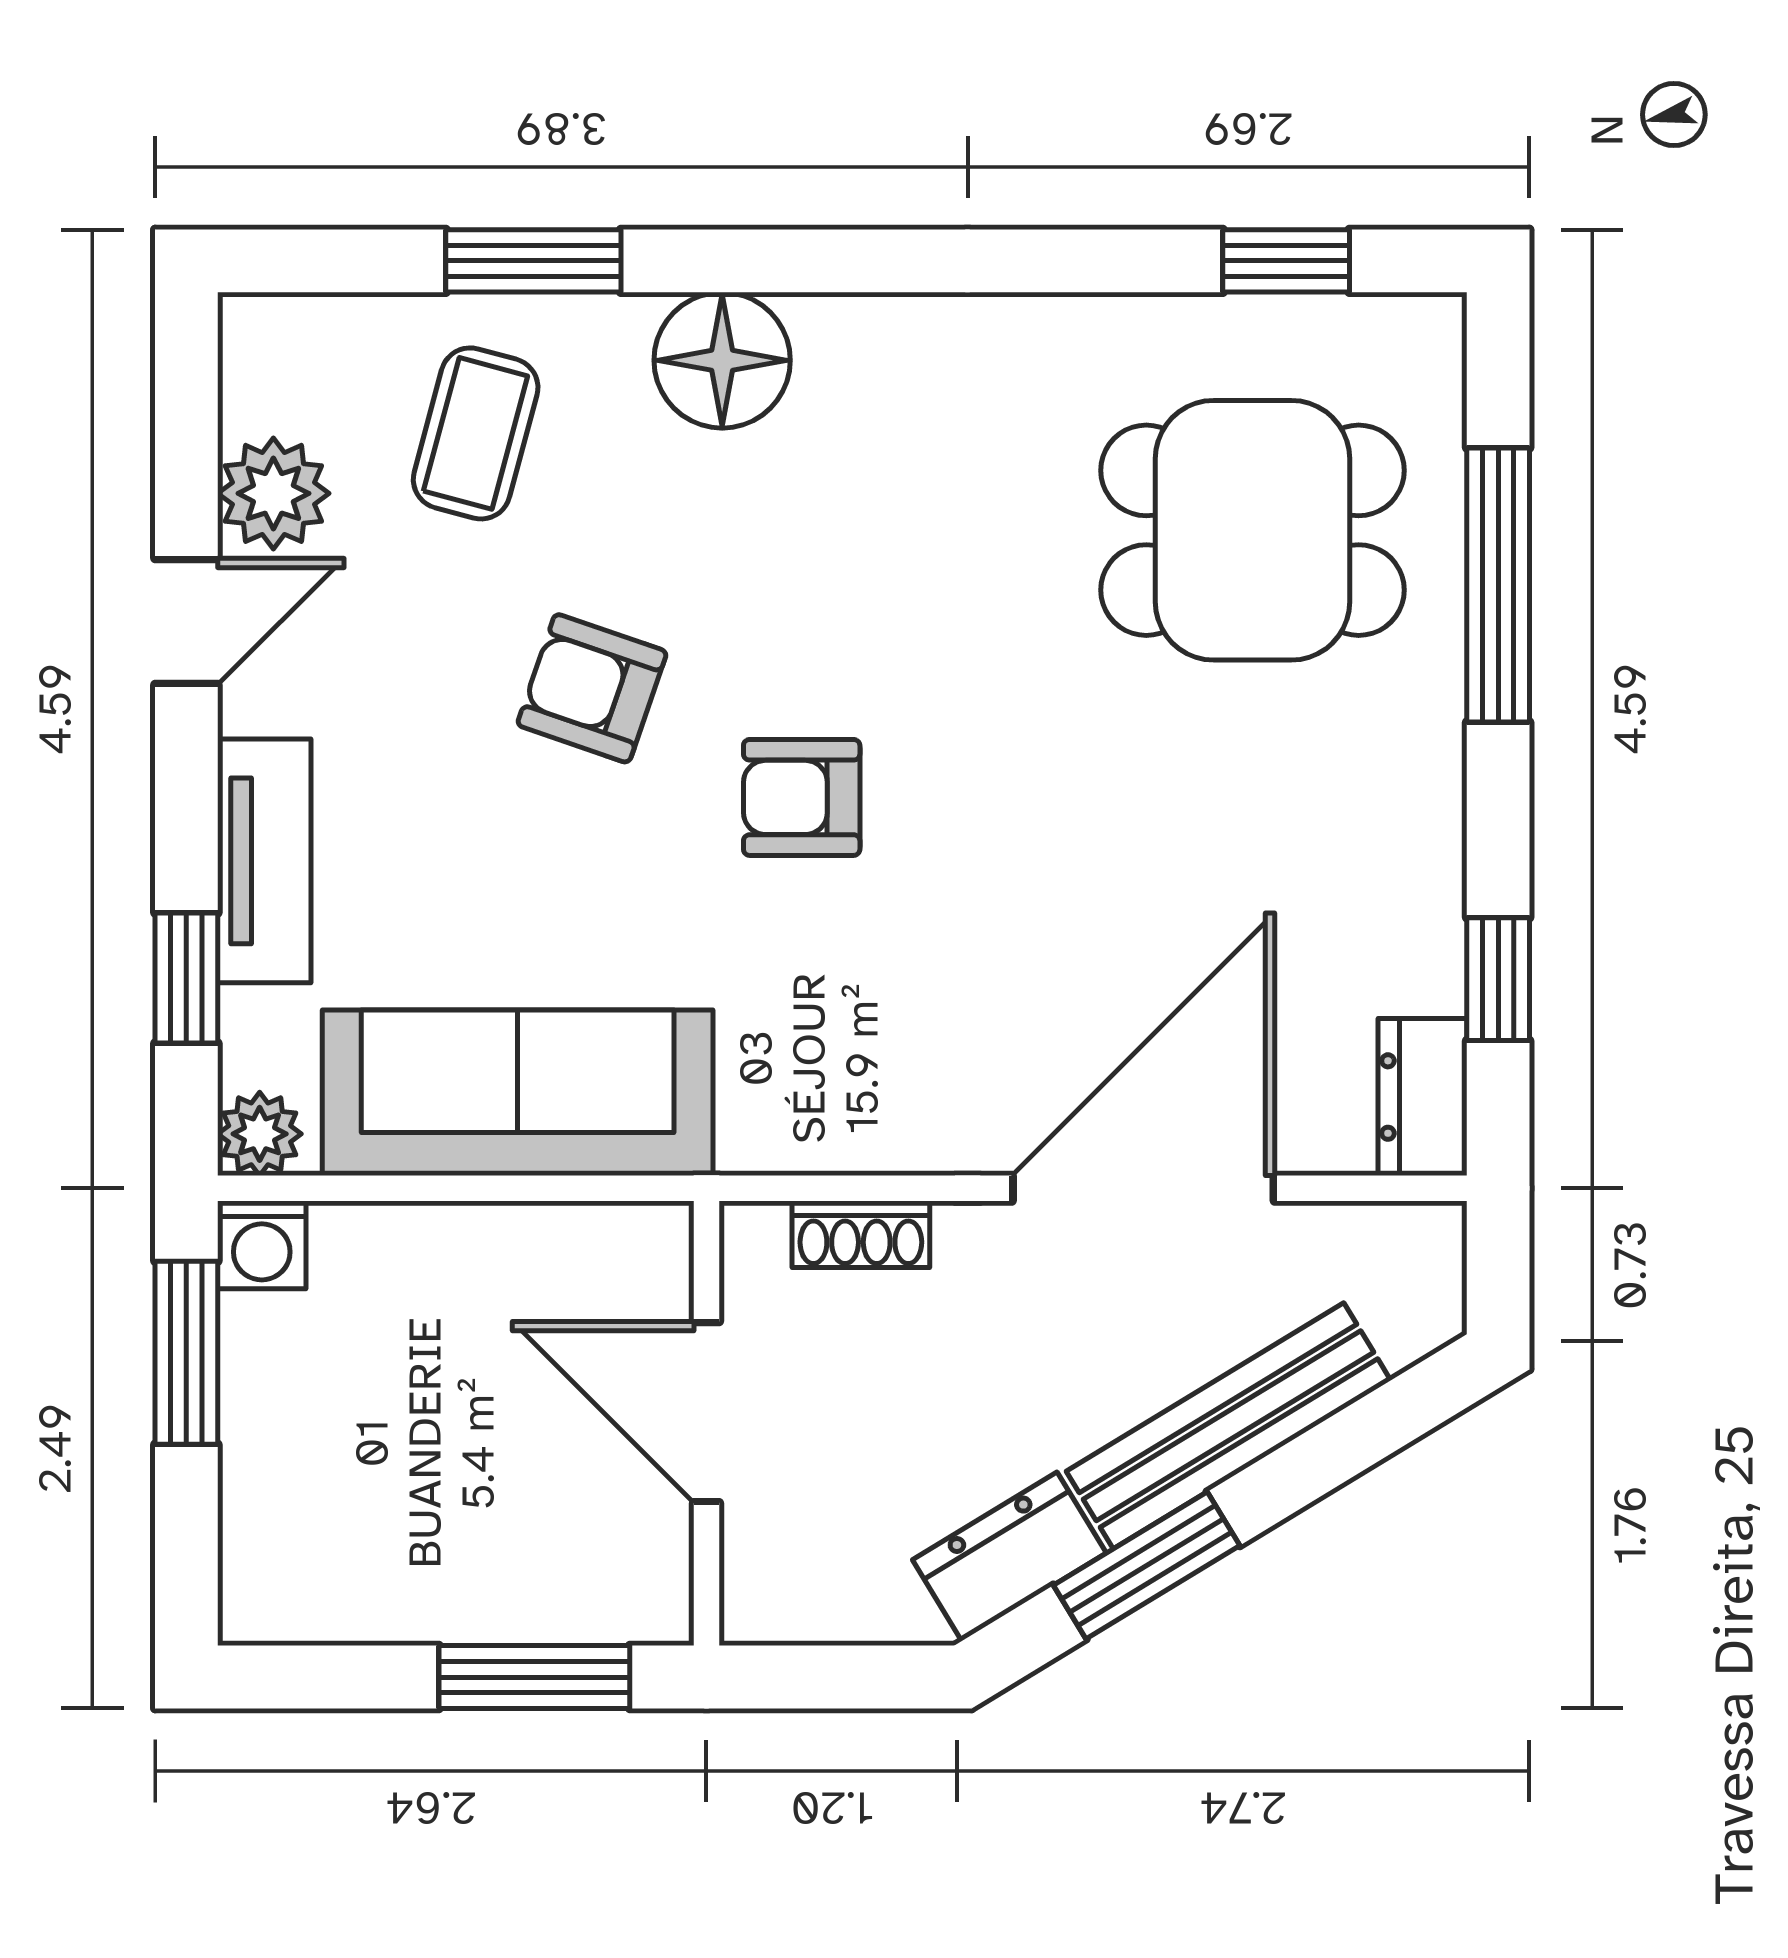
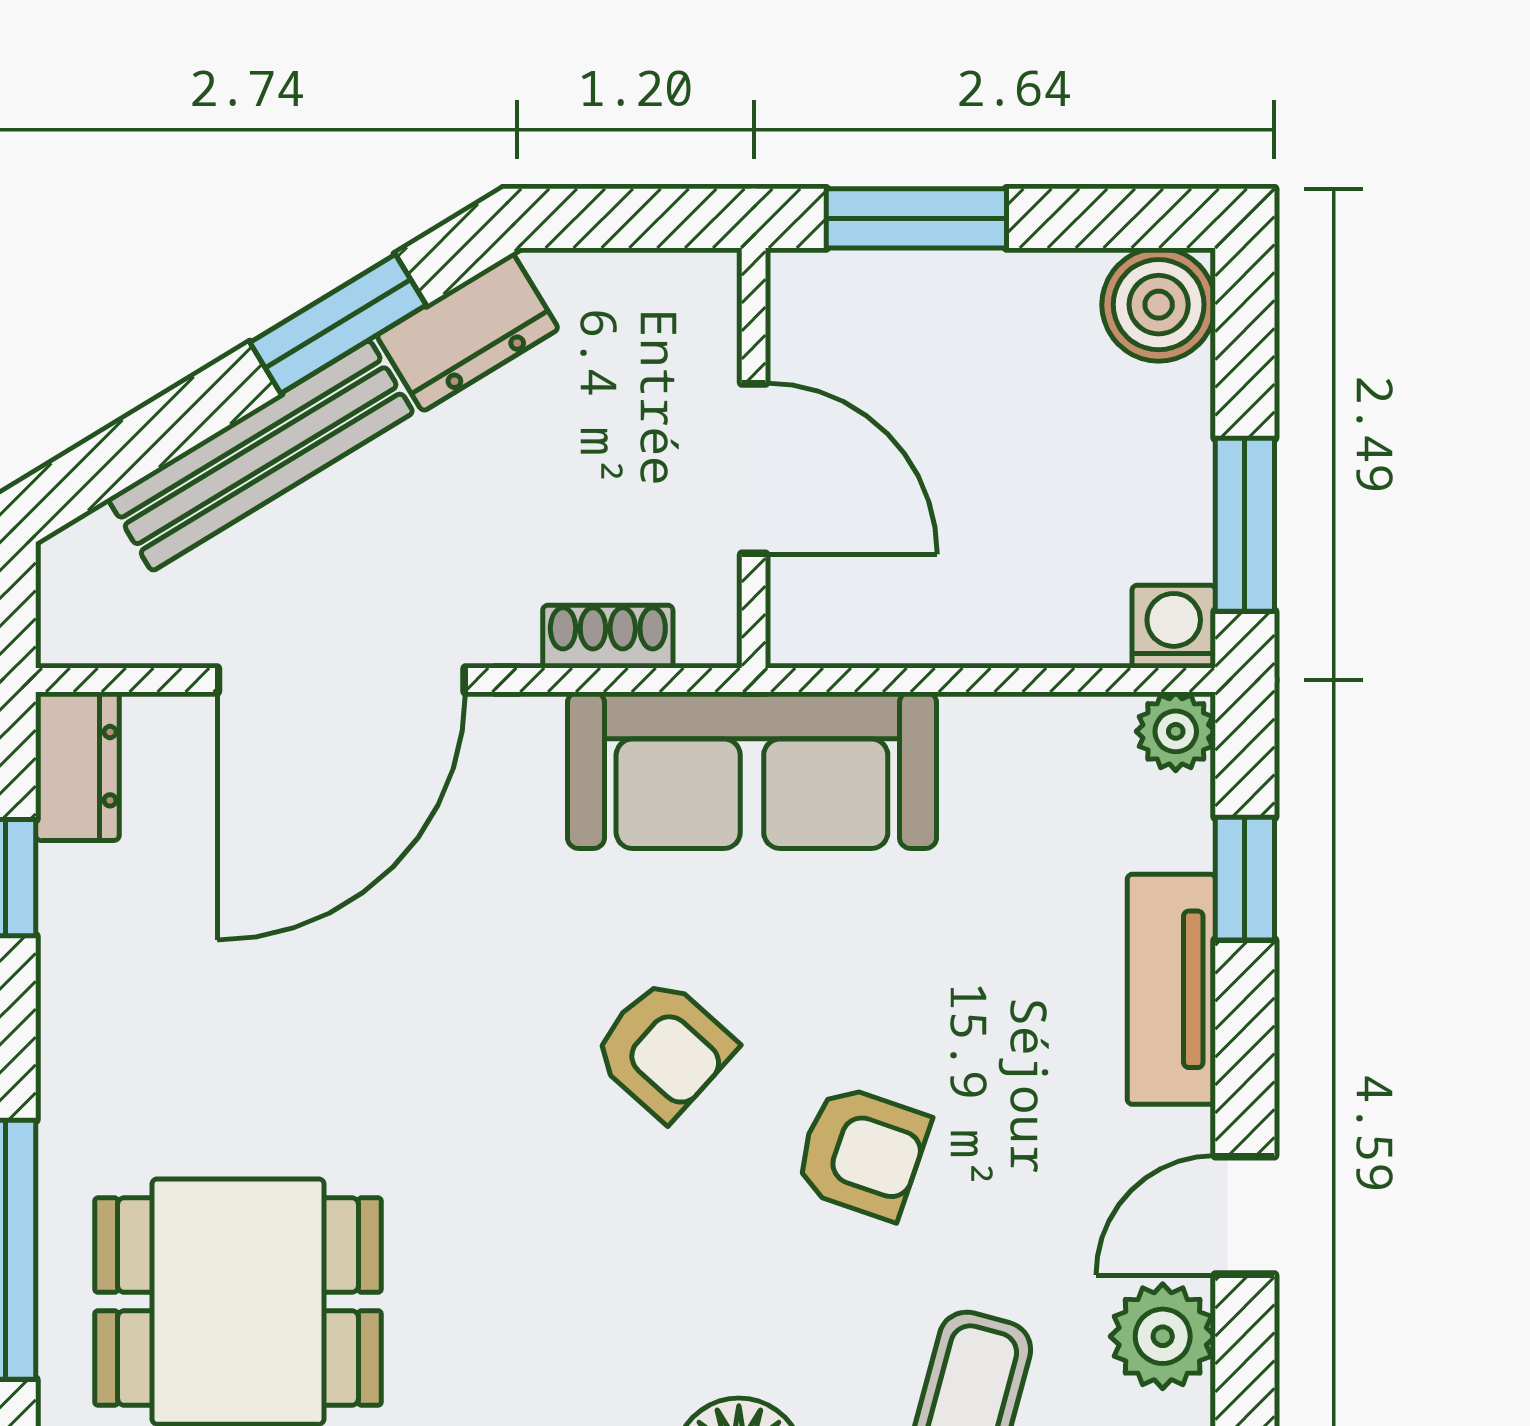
armchair: (802, 797) -> (664, 1049), turned 42
sofa: (518, 1093) -> (752, 770), moved
boiler: (278, 1586) -> (1159, 305), added

